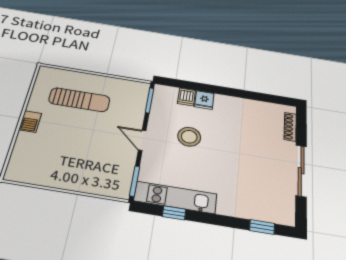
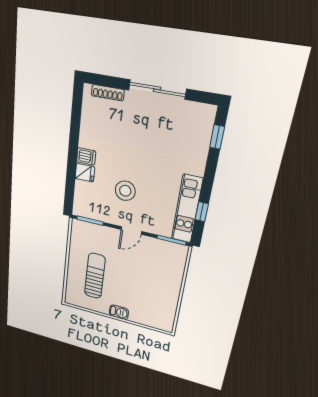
dishwasher: (186, 97) -> (86, 156), moved

